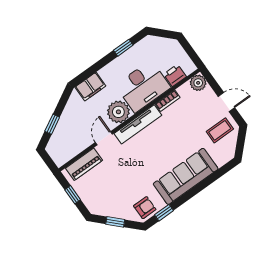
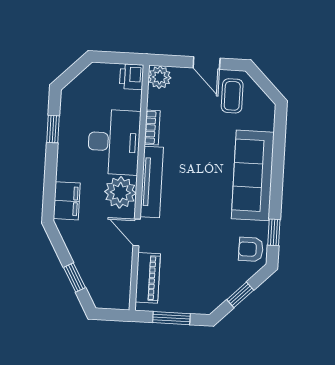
printer: (175, 75) -> (132, 77), moved
door: (226, 102) -> (207, 63), swing flipped
window: (73, 195) -> (171, 318), width x1.50
armchair: (145, 208) -> (251, 249), turned -90

